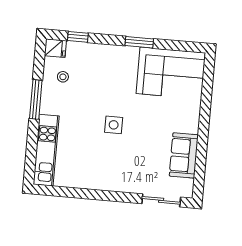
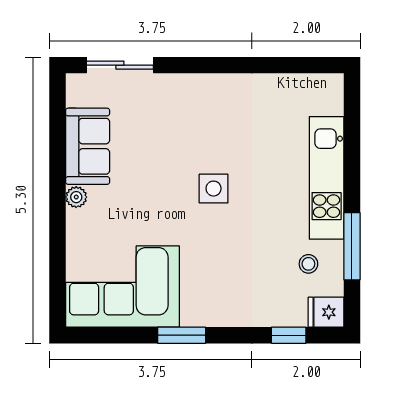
window: (36, 99) -> (352, 246), moved
plant: (193, 127) -> (76, 197), added
kitchen unit: (46, 150) -> (327, 178), moved

